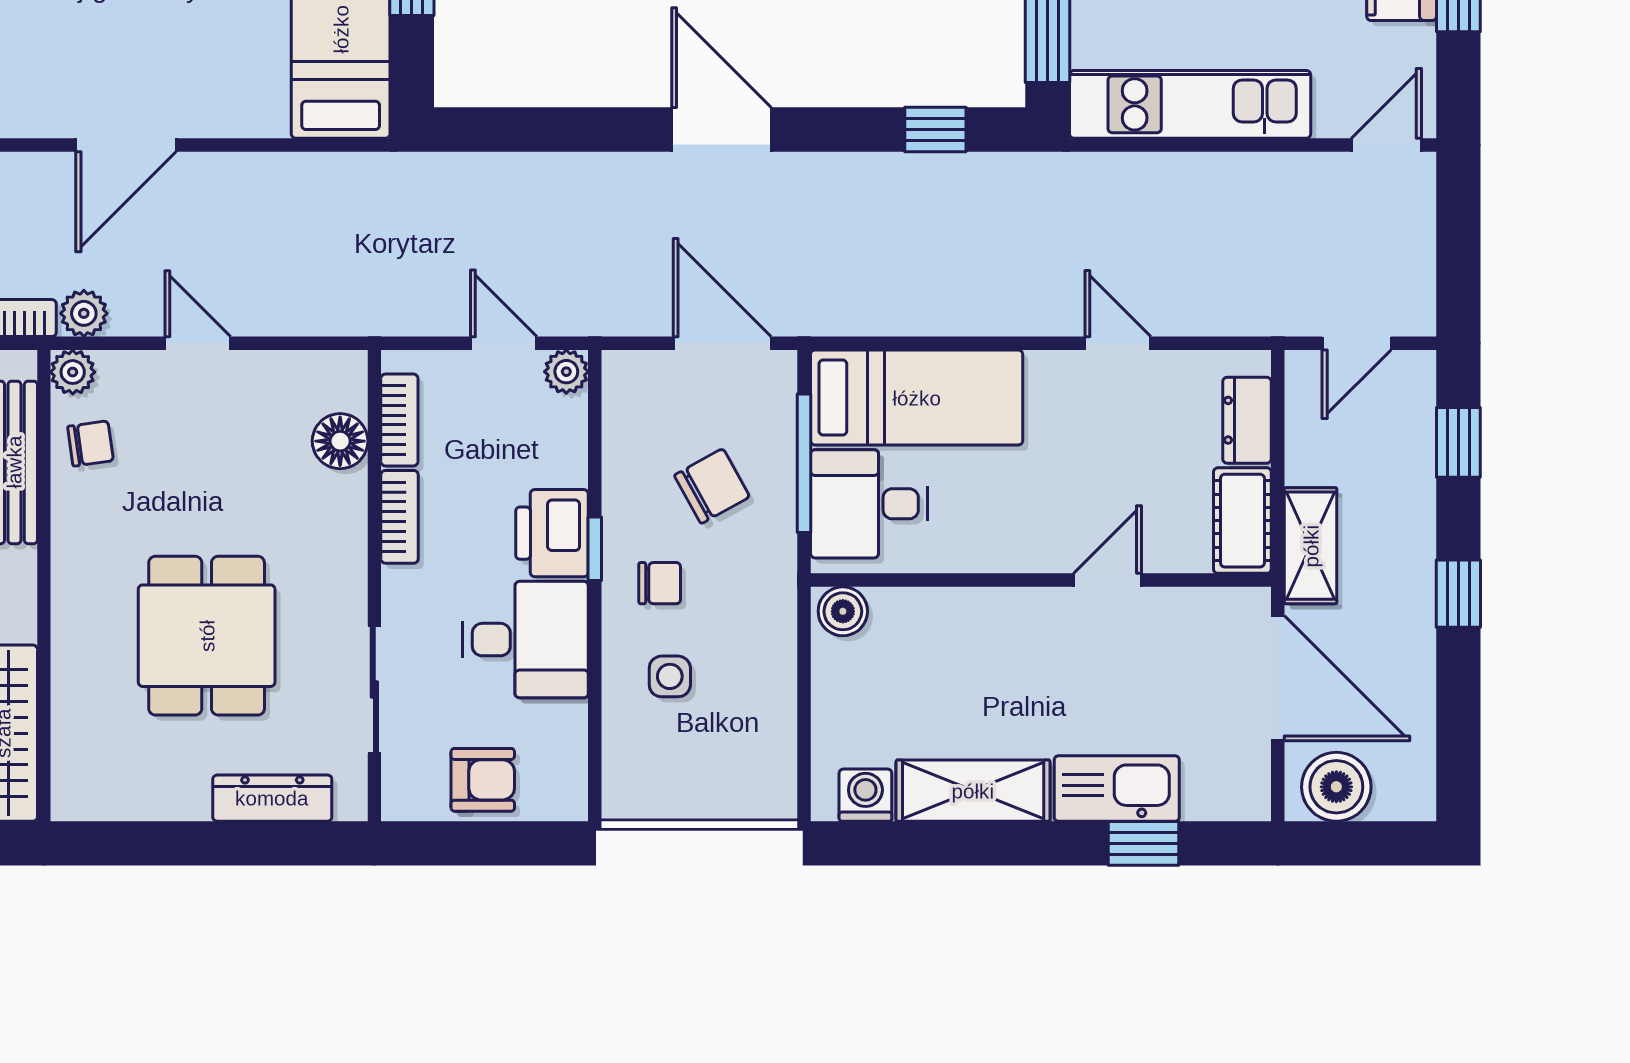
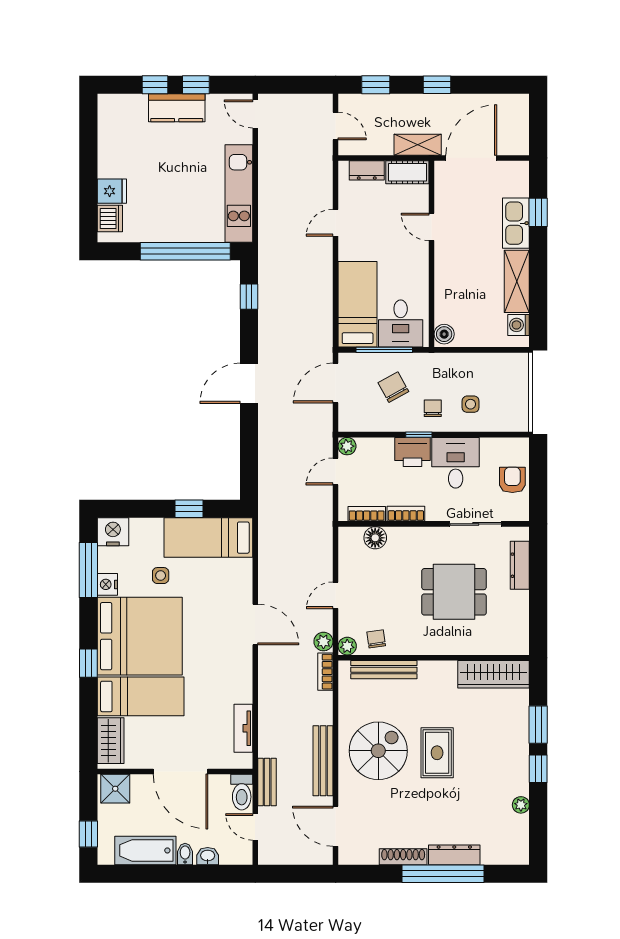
boiler: (1336, 787) -> (515, 134), removed

